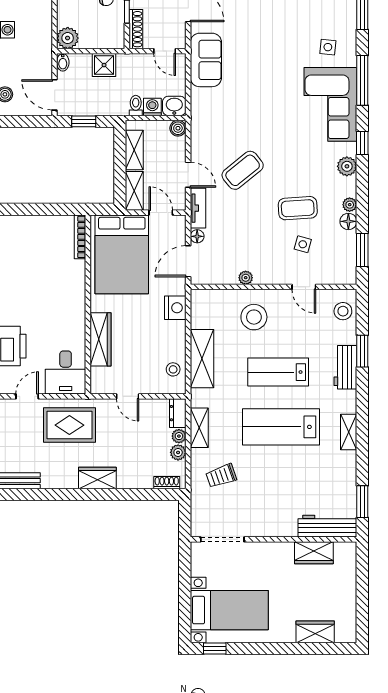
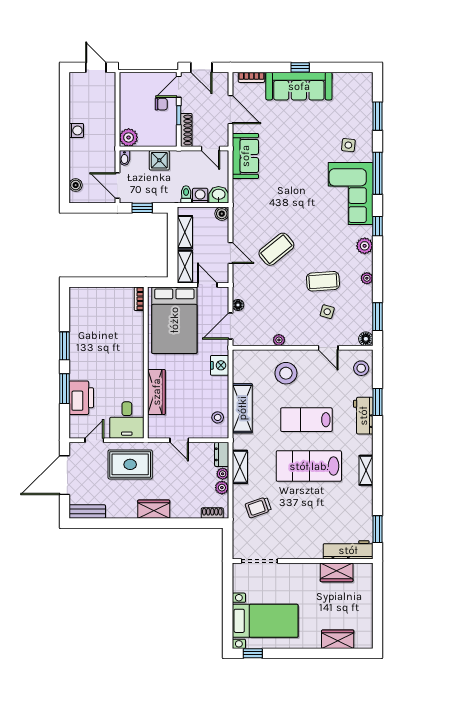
tv unit: (198, 208) -> (239, 281), removed
floor lamp: (348, 221) -> (366, 339), moved
bookcase: (80, 237) -> (139, 299), width x0.64

